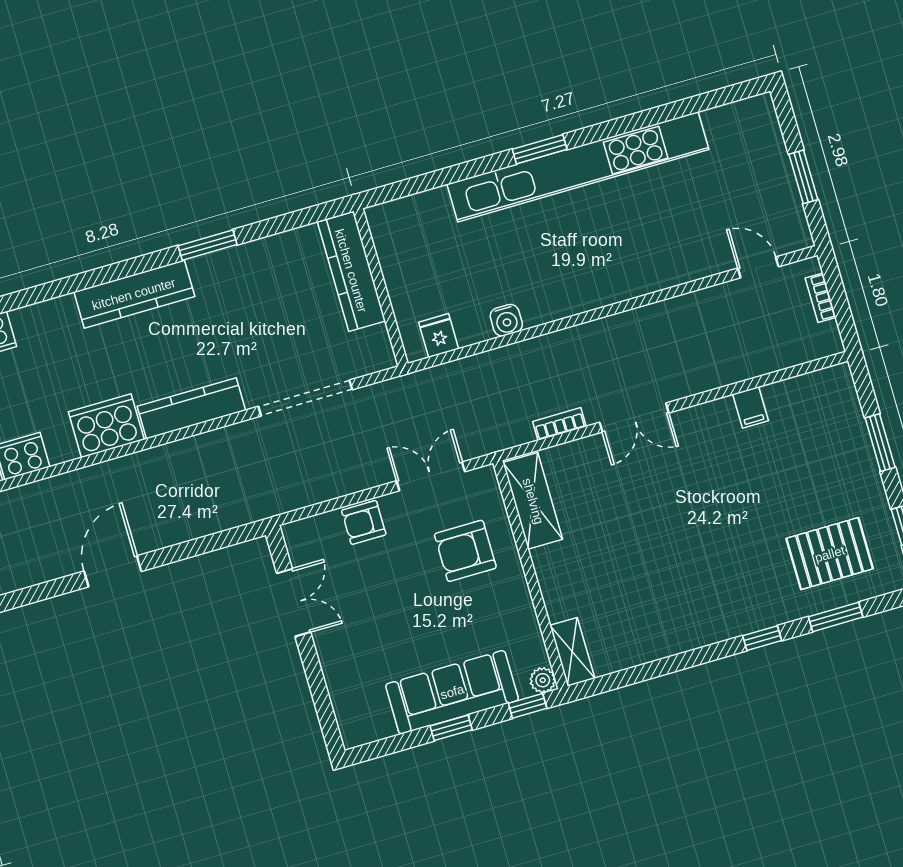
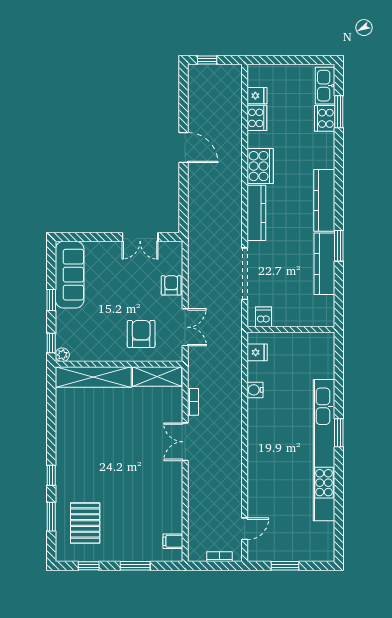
kitchen counter: (351, 271) -> (324, 264), moved, turned -90
dishwasher: (372, 342) -> (263, 317), added
filing cabinet: (750, 407) -> (173, 541), moved
shelving: (572, 652) -> (93, 377), width x2.20, depth x1.33
sofa: (452, 692) -> (70, 275), moved

